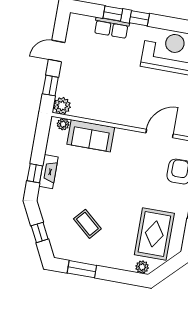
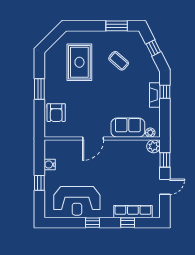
window: (139, 18) -> (93, 223), moved
row of seats: (112, 28) -> (133, 212), width x1.48
door: (160, 134) -> (93, 138), moved
rug: (154, 234) -> (79, 62), moved
plant: (142, 267) -> (72, 36), removed

